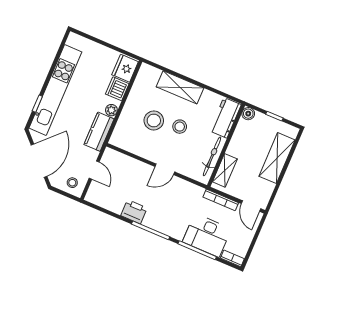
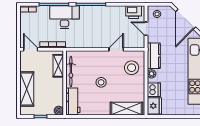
shelving: (180, 87) -> (126, 109), moved
stool: (154, 121) -> (132, 68), moved
door: (165, 169) -> (116, 49), moved
printer: (134, 212) -> (134, 12), moved
desk: (207, 235) -> (64, 17), moved

